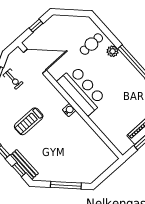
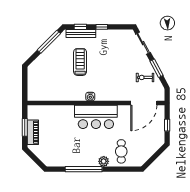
treadmill: (29, 121) -> (80, 62), moved
window: (66, 185) -> (49, 42), moved

